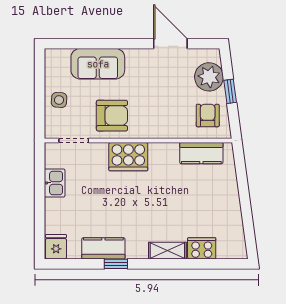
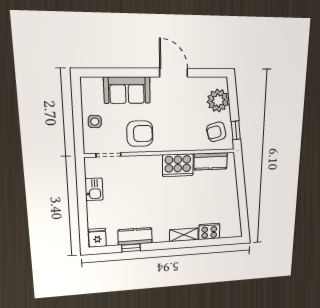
door: (170, 44) -> (174, 73), moved
window: (230, 91) -> (236, 130), moved
armchair: (208, 116) -> (216, 132), turned -105
cooker: (128, 157) -> (178, 165), moved
window: (116, 264) -> (131, 248), moved

